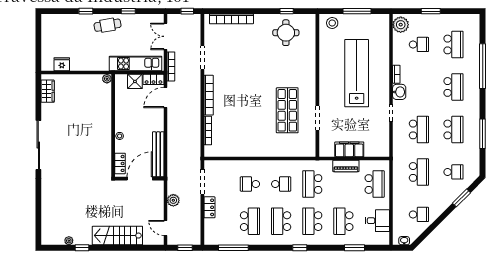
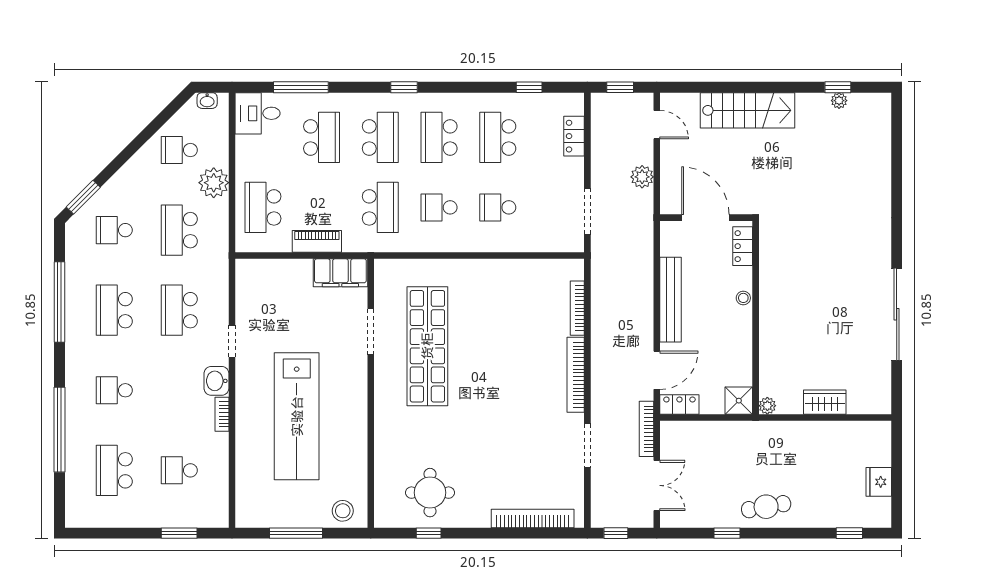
window: (86, 11) -> (849, 533), moved
window: (431, 11) -> (179, 533), moved
plant: (401, 25) -> (214, 183), moved
kitchen unit: (136, 63) -> (713, 434), removed
fridge: (62, 64) -> (879, 482), moved, turned 90
shower: (135, 81) -> (739, 401), moved
school desk: (453, 87) -> (114, 390), width x0.54
wardrobe: (48, 91) -> (825, 402), moved, turned 90
shop shelf: (287, 110) -> (427, 346), width x1.40
window: (483, 134) -> (59, 302), width x1.46
sliding door: (38, 145) -> (897, 314), moved
filing cabinet: (349, 149) -> (340, 273), moved
bench: (158, 154) -> (671, 300), moved
door: (140, 179) -> (705, 218), swing flipped
school desk: (250, 184) -> (498, 207), turned 180
window: (461, 198) -> (83, 197), moved
locker: (209, 207) -> (574, 136), moved
school desk: (281, 221) -> (439, 137), turned 180
desk: (377, 221) -> (258, 113), moved
window: (82, 248) -> (838, 87), moved
window: (233, 248) -> (529, 87), width x0.46
window: (354, 248) -> (301, 87), width x1.44

